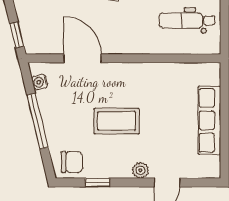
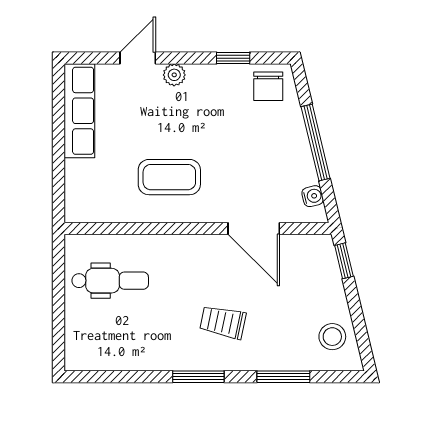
row of seats: (209, 120) -> (79, 111), moved
coffee table: (117, 121) -> (169, 177), moved
chair: (72, 162) -> (268, 86), turned -90

